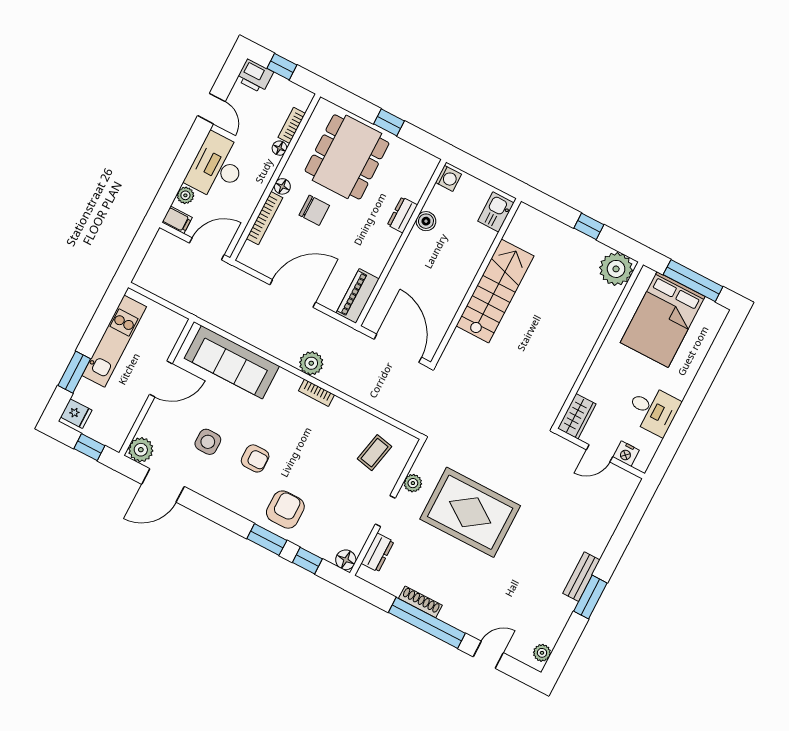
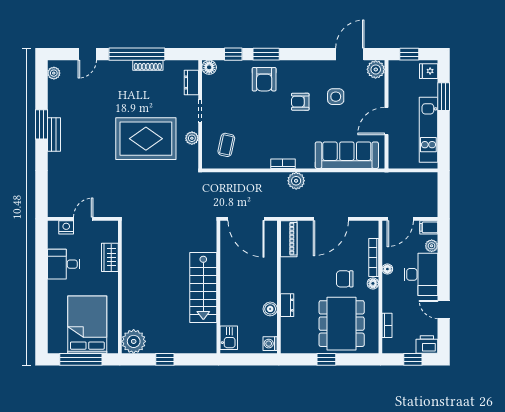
floor lamp: (279, 148) -> (387, 269), moved
wardrobe: (577, 416) -> (110, 257), moved

